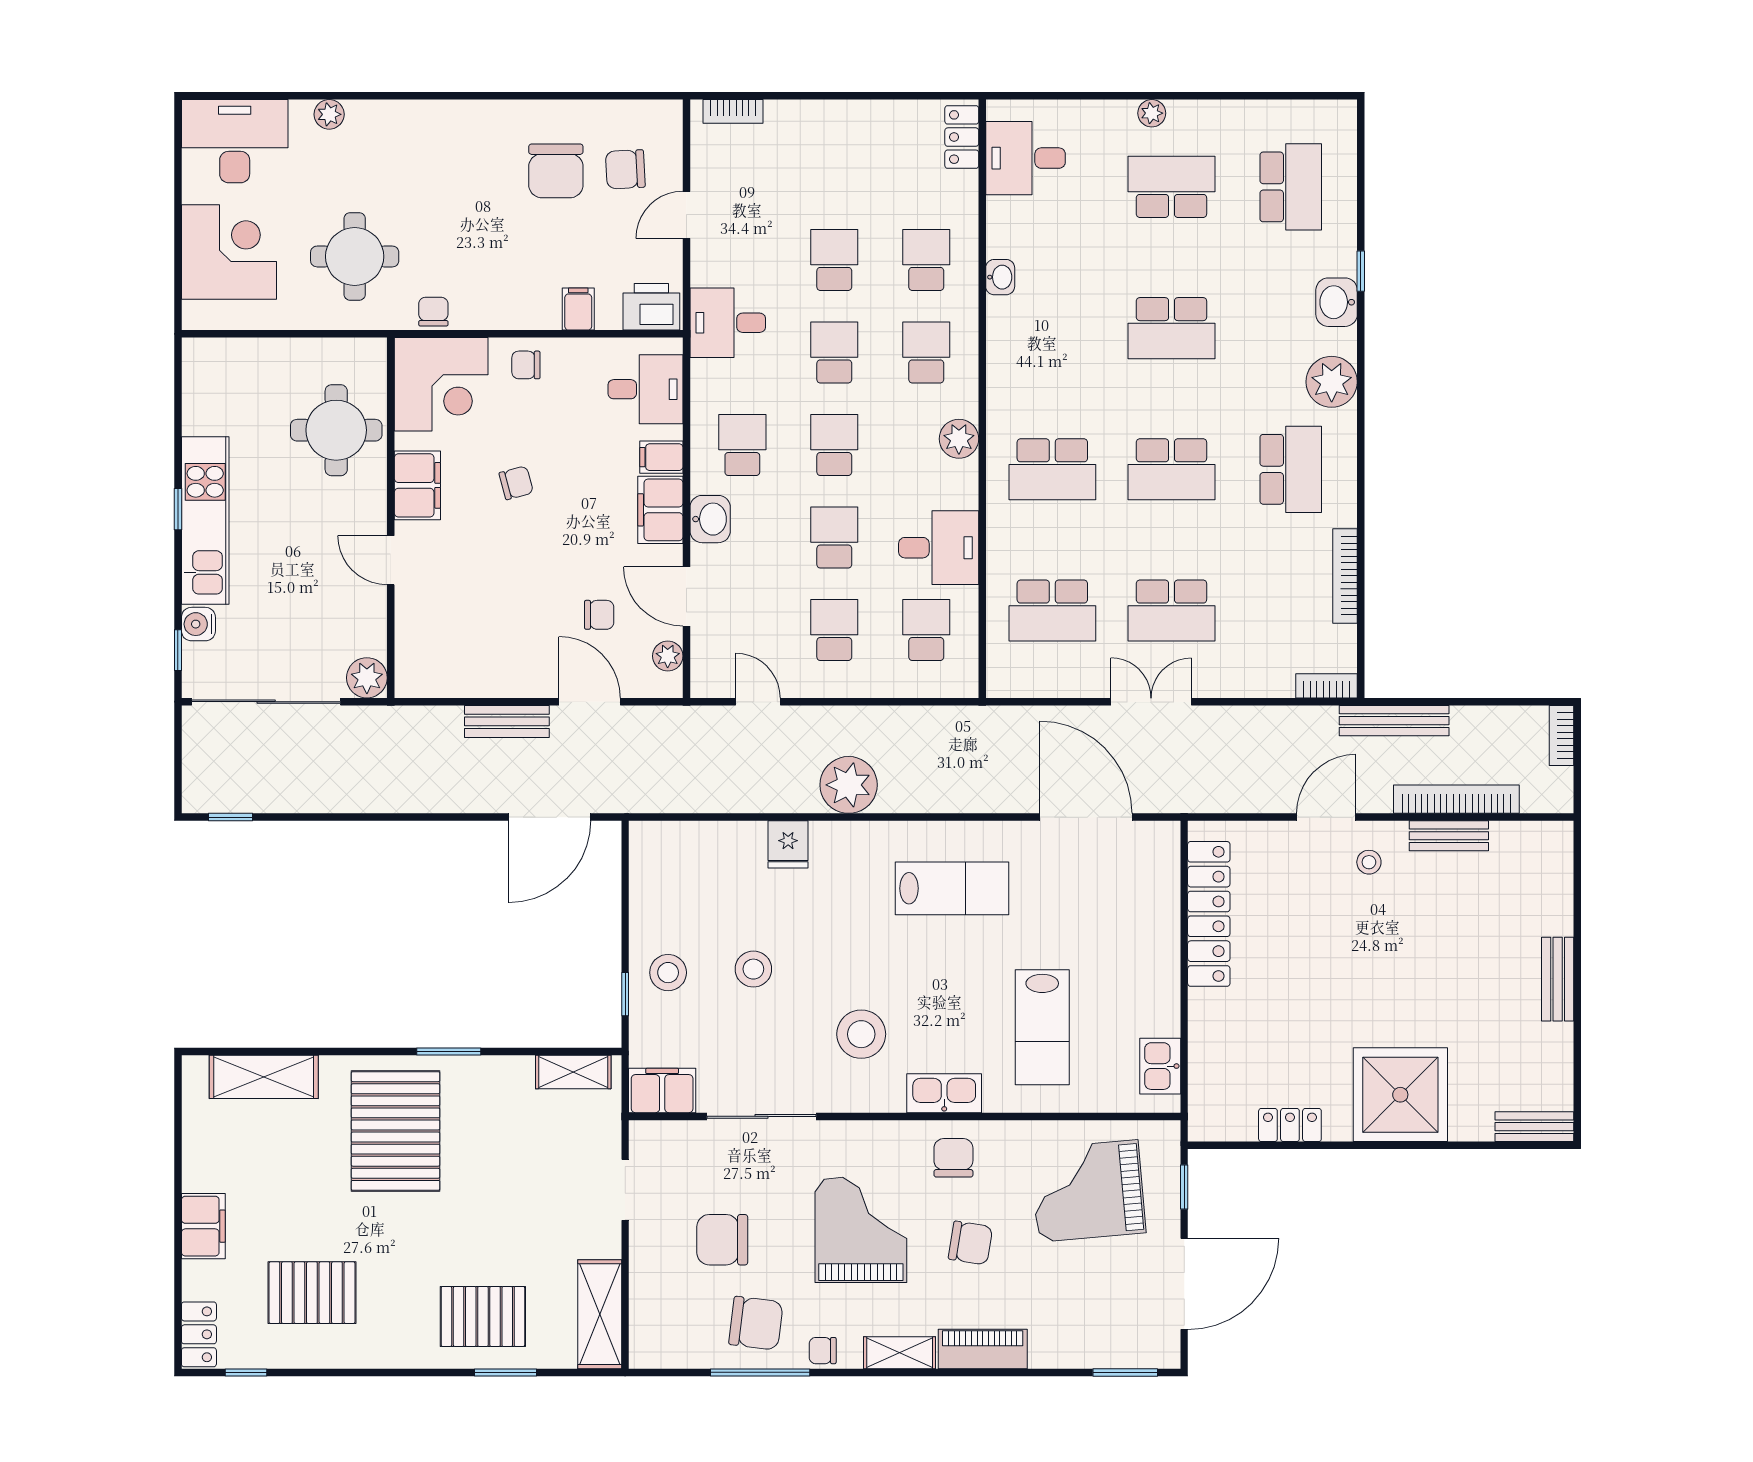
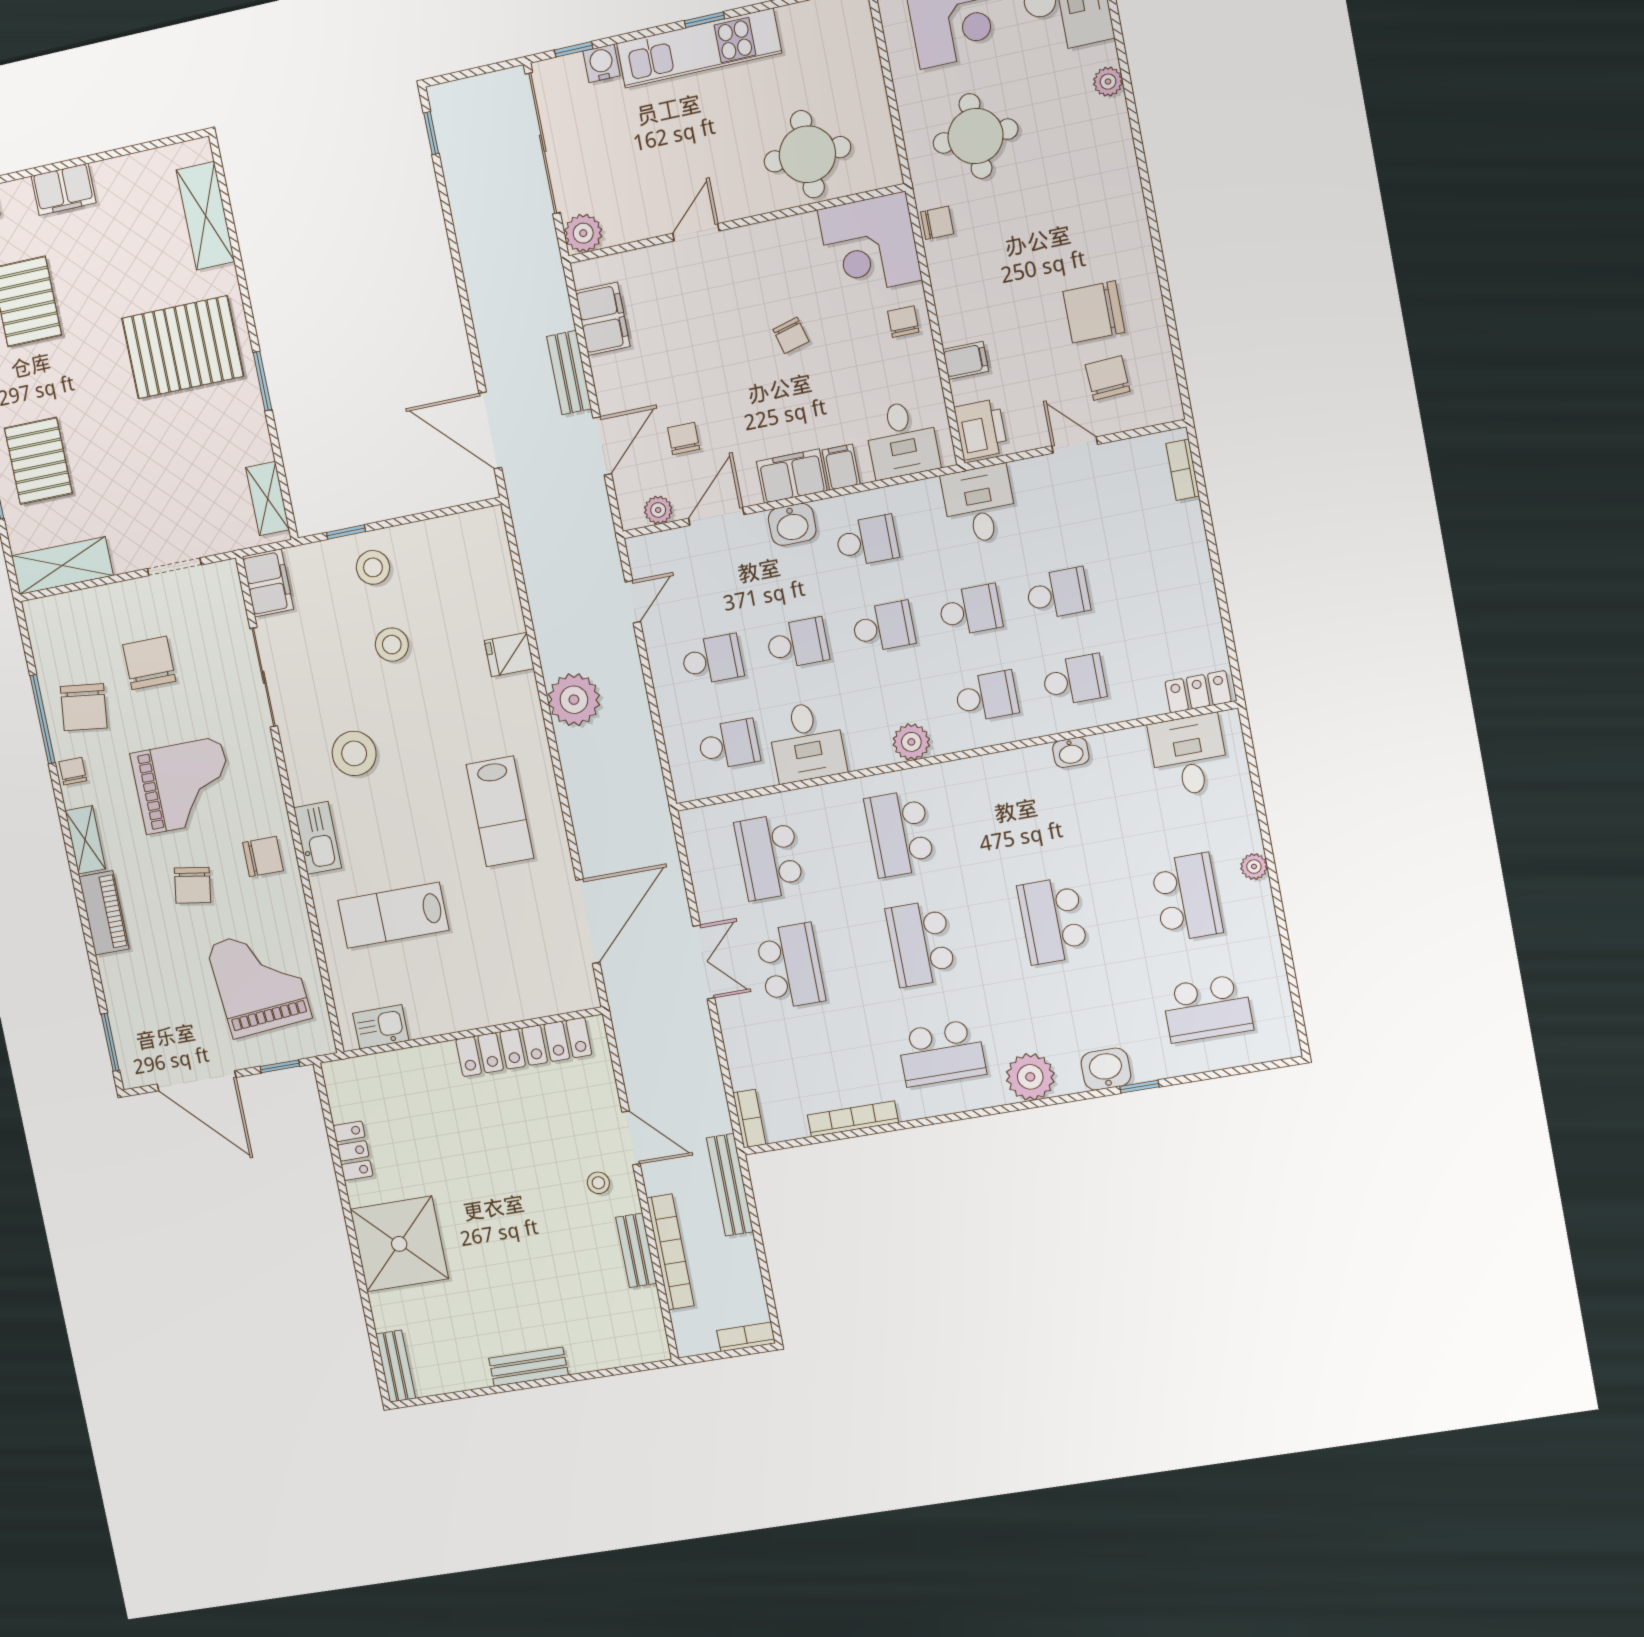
filing cabinet: (417, 485) -> (603, 319), moved, turned -90
school desk: (1171, 611) -> (790, 966), turned 180
chair: (599, 615) -> (684, 438), turned 180

